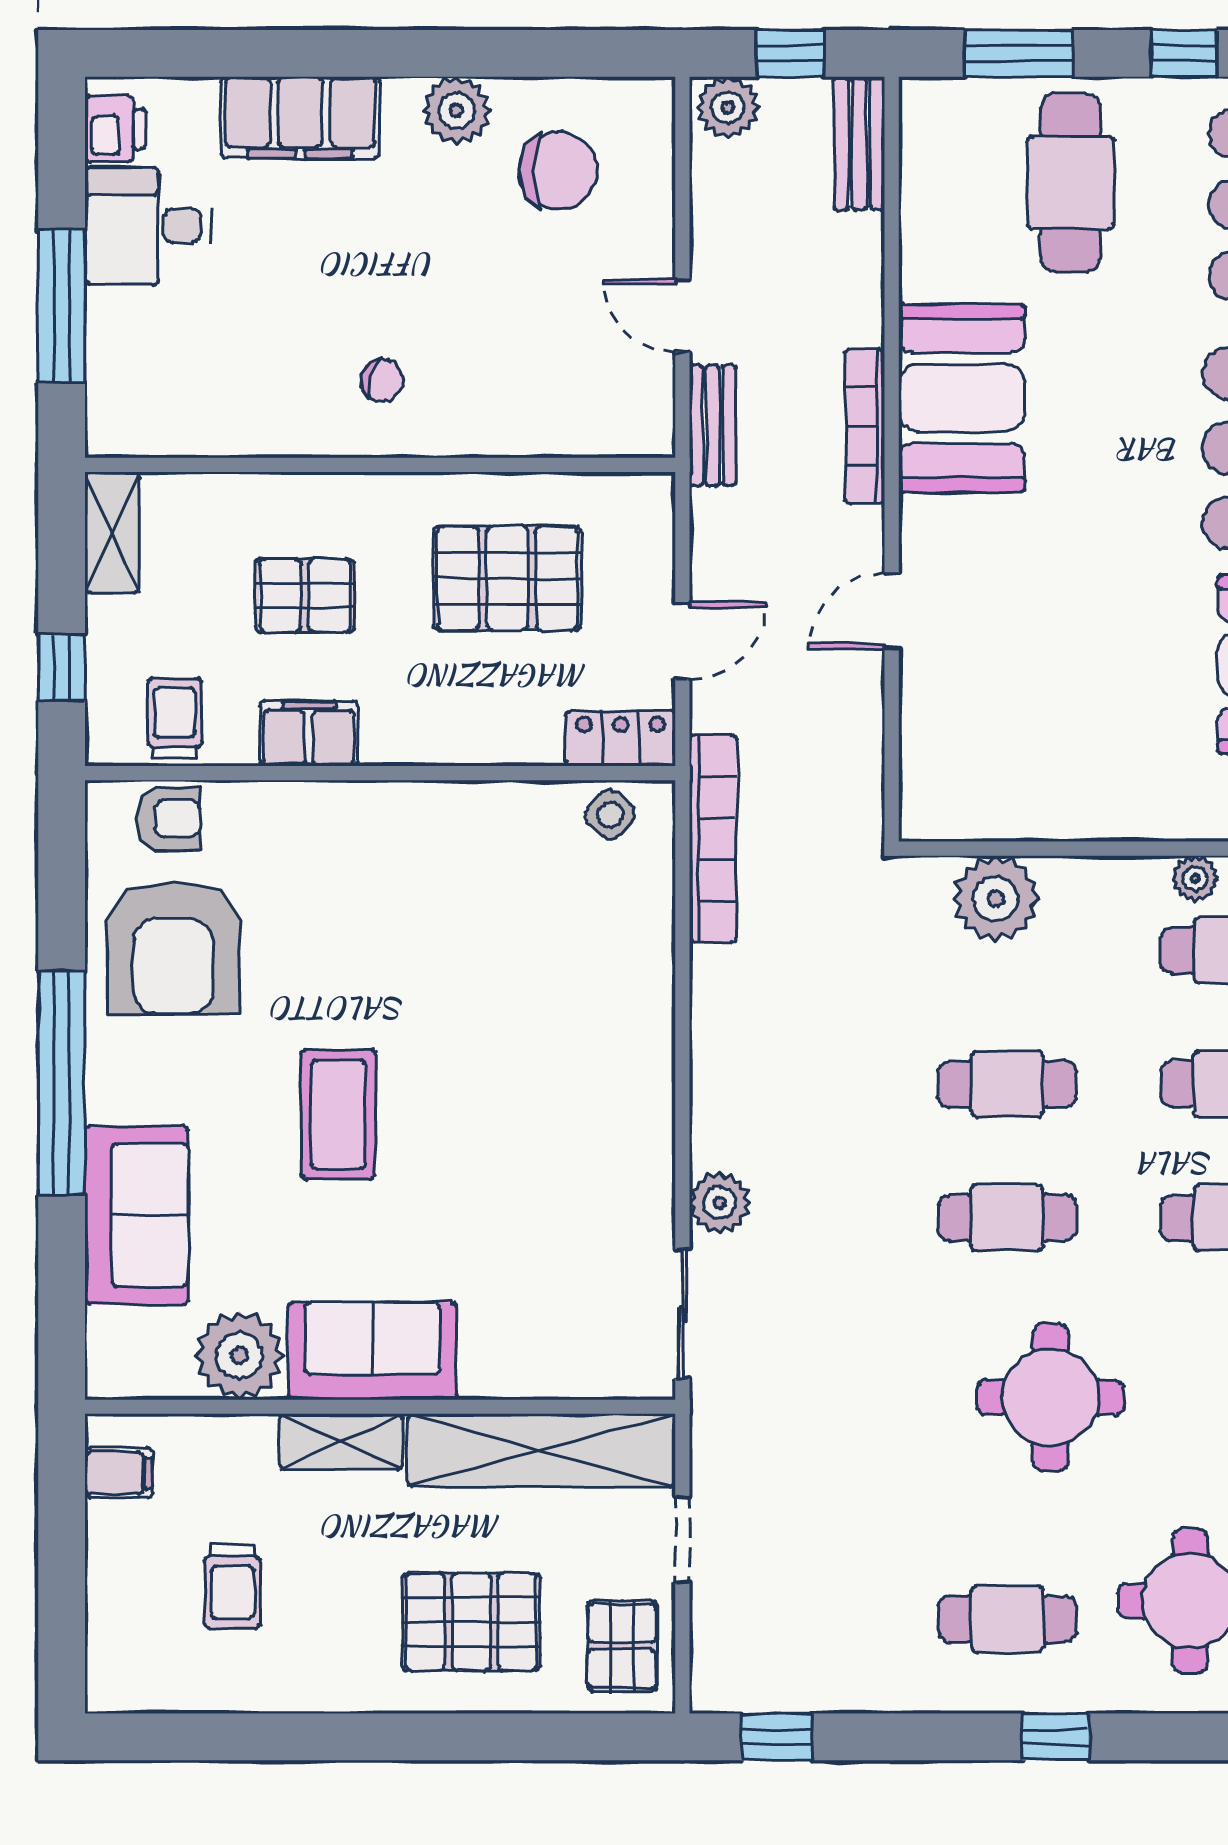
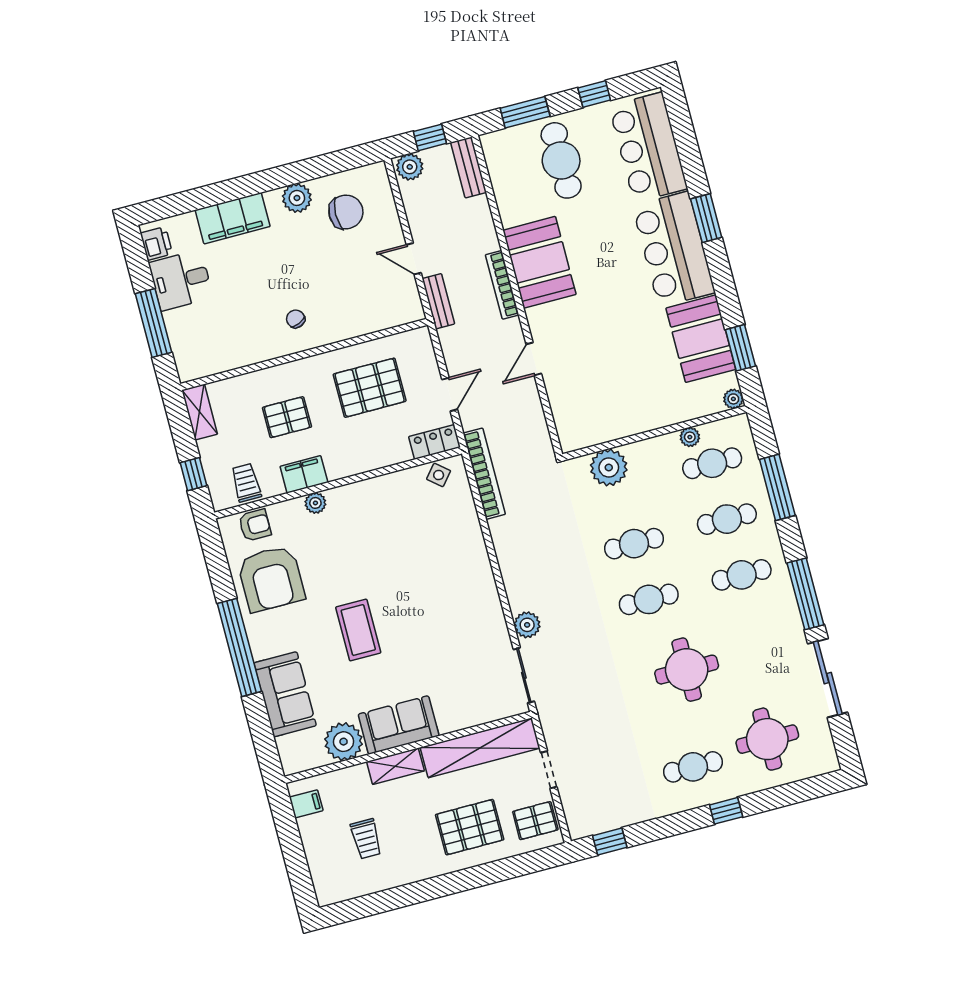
chair: (382, 381) -> (296, 319), turned -129
plant: (318, 804) -> (315, 503), added
pallet: (622, 1646) -> (535, 821), turned 90

